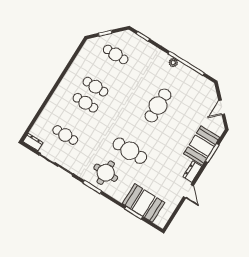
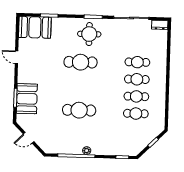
cafe table: (116, 54) -> (136, 114), moved
cafe table: (158, 106) -> (79, 110), turned 90
door: (222, 107) -> (29, 138), swing flipped
cafe table: (65, 135) -> (137, 62), moved
dresser: (192, 172) -> (22, 74), removed
booth: (144, 203) -> (35, 27), moved

